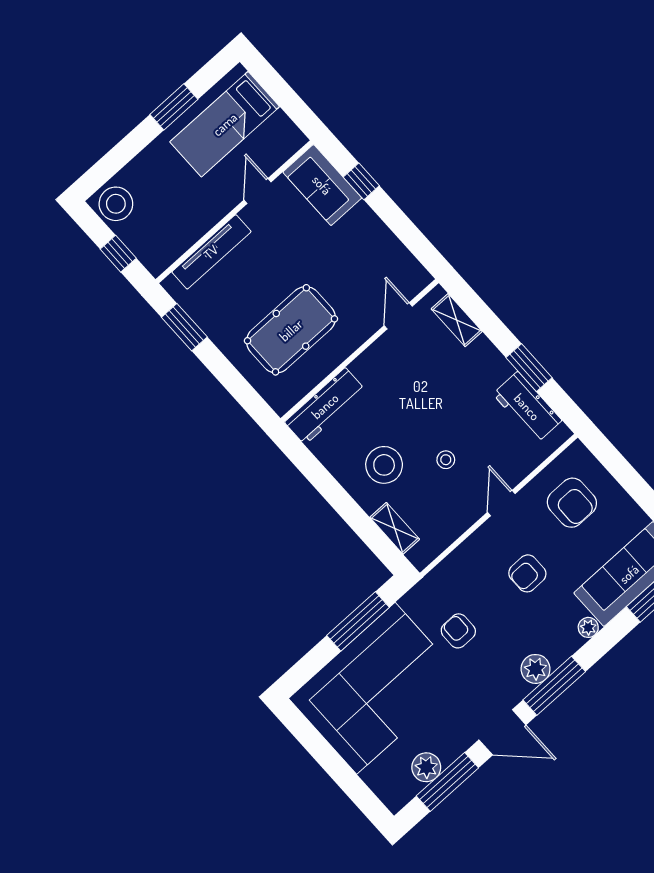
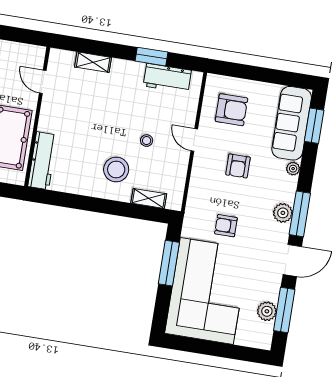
door: (398, 316) -> (43, 82), moved
wall: (360, 351) -> (37, 117), moved
workbench: (325, 406) -> (42, 161), moved

